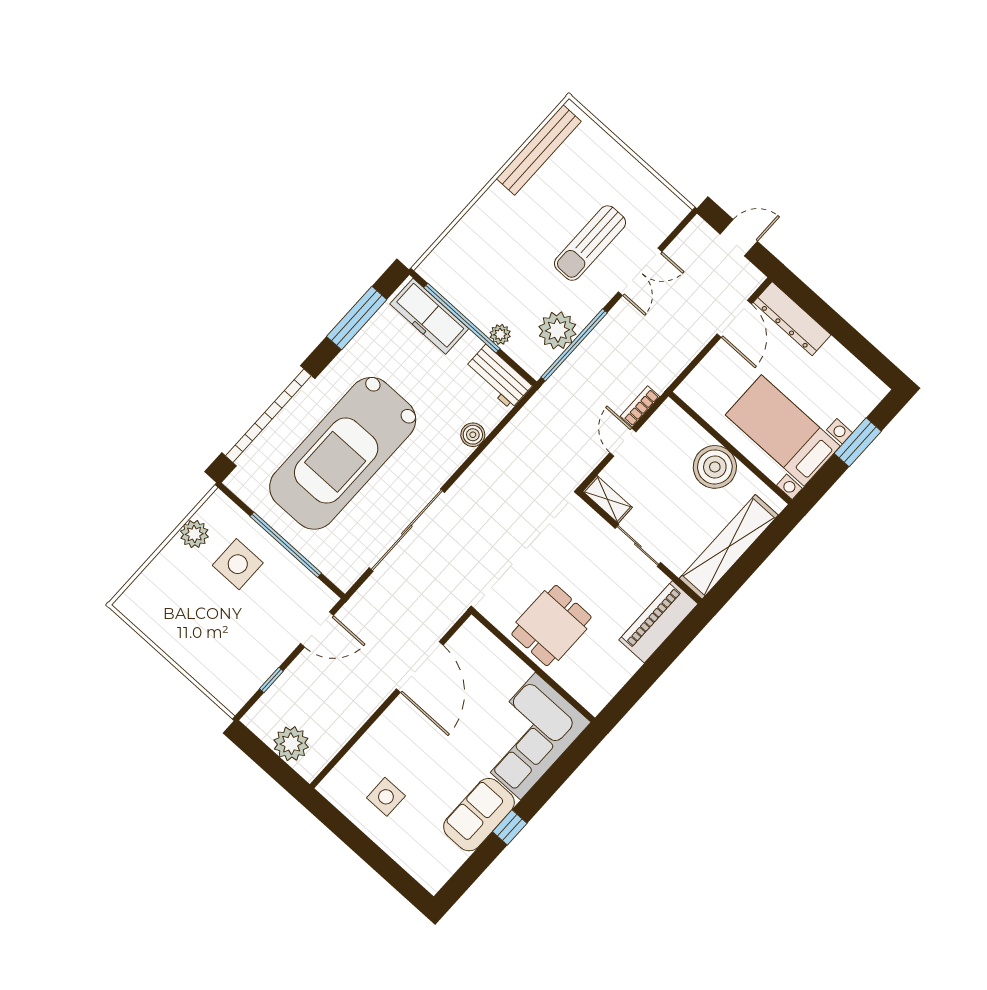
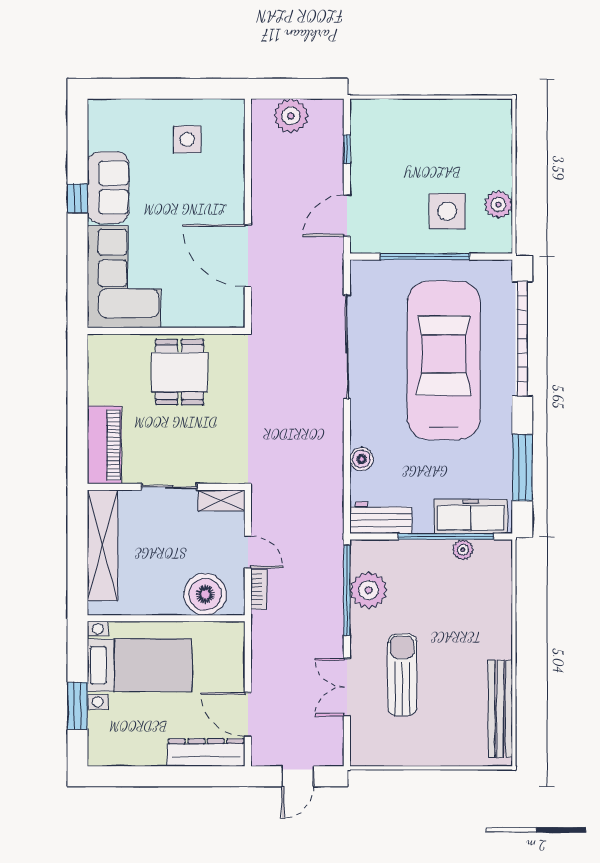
plant: (500, 334) -> (463, 550), moved
boiler: (715, 467) -> (205, 594), moved

